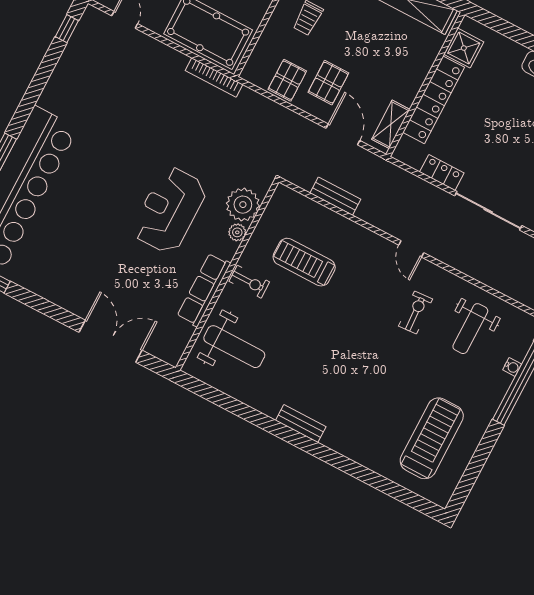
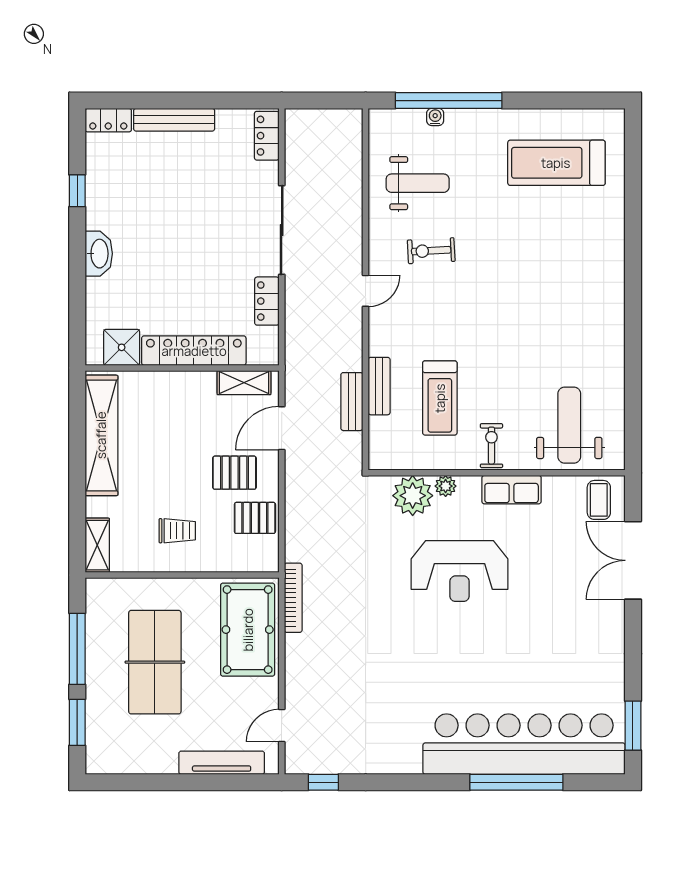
row of seats: (204, 290) -> (512, 490), width x0.68
coffee table: (168, 340) -> (599, 500), added
bench: (301, 424) -> (379, 386), moved

